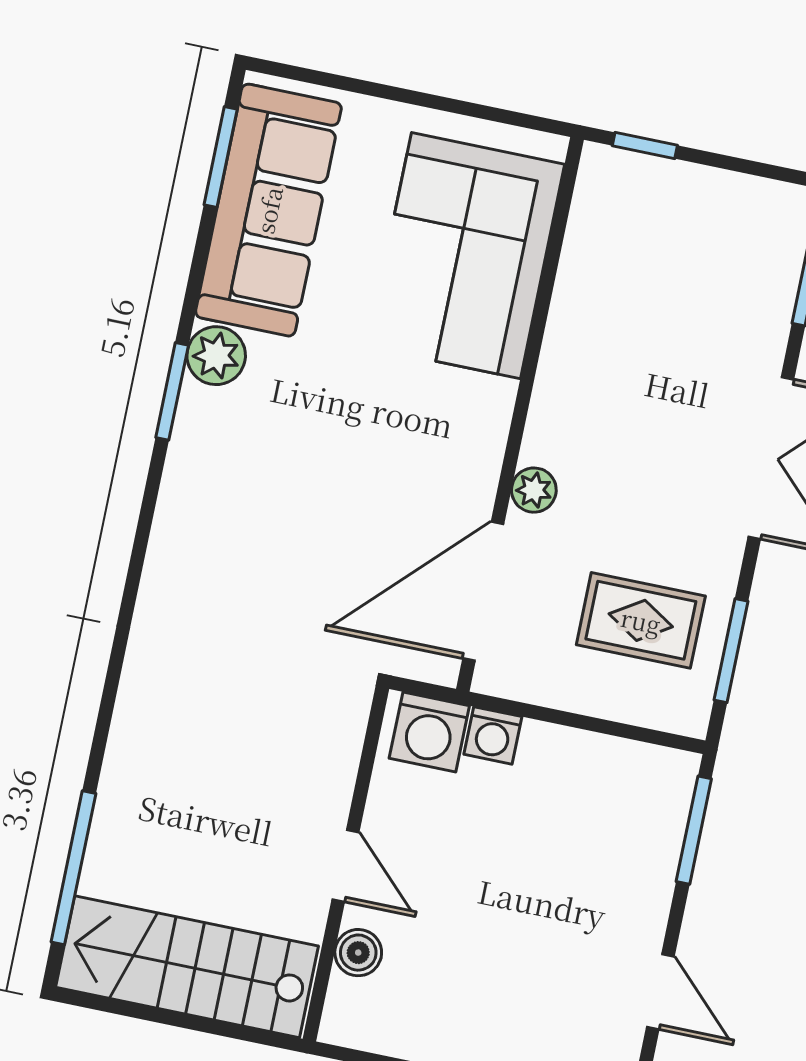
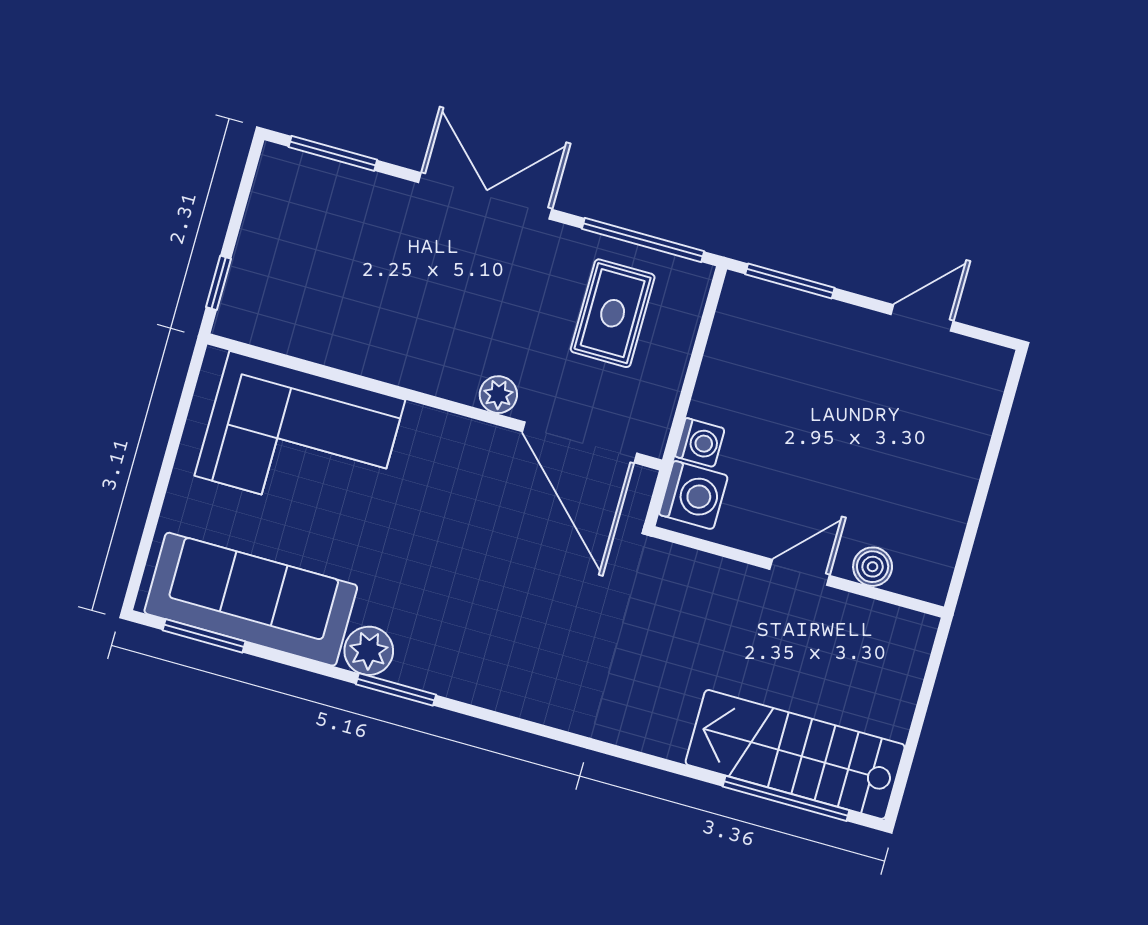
window: (731, 651) -> (643, 240), width x1.44
stairs: (187, 967) -> (795, 754), moved, turned 90

